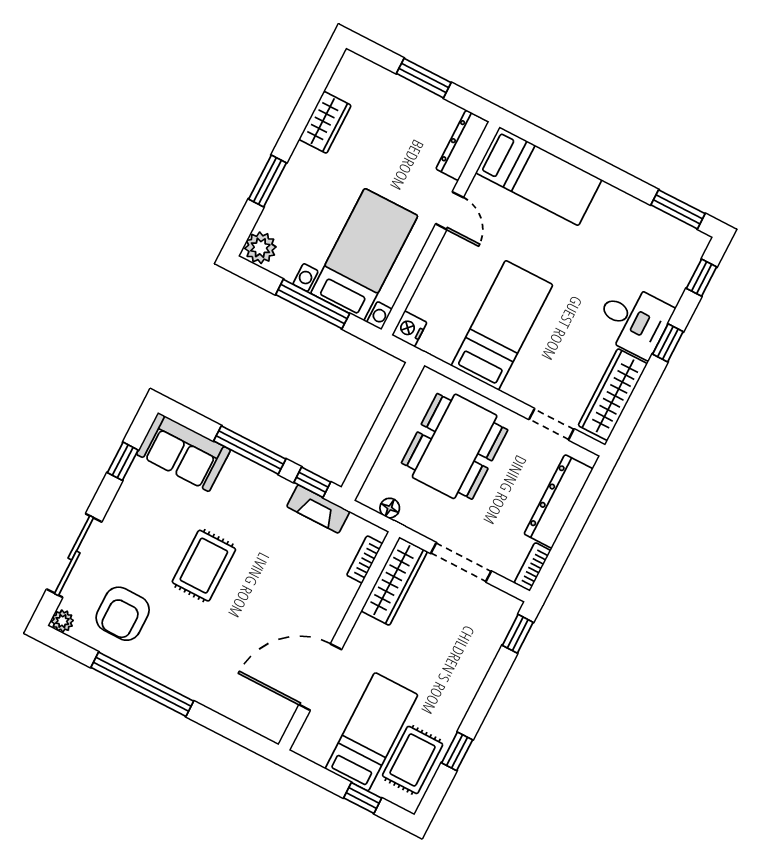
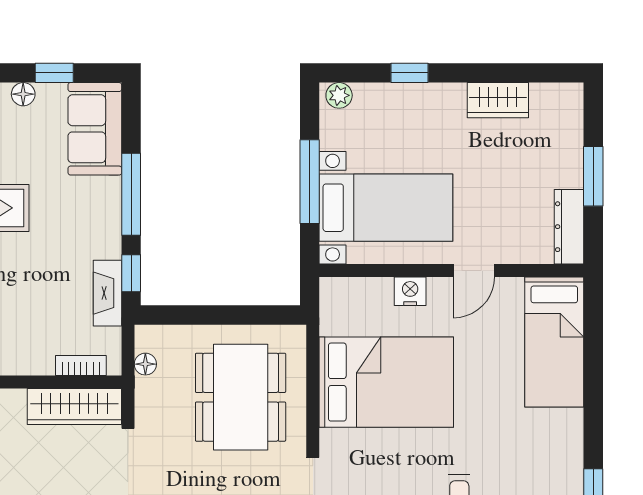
dresser: (462, 145) -> (569, 227), moved, turned -90
window: (267, 181) -> (410, 73), width x0.67
plant: (260, 248) -> (339, 95), width x0.73, depth x0.73
bed: (502, 325) -> (386, 382), width x1.50
nightstand: (409, 329) -> (410, 291), moved
dining table: (455, 446) -> (241, 397), turned 90
floor lamp: (127, 495) -> (23, 94), added

